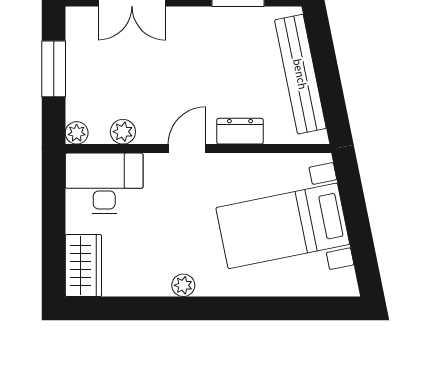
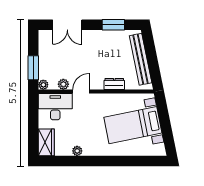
window: (54, 69) -> (33, 68), moved
door: (187, 149) -> (81, 92), moved
plant: (183, 285) -> (77, 151), moved

